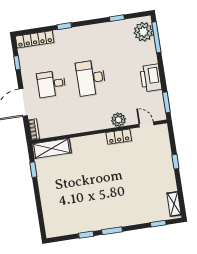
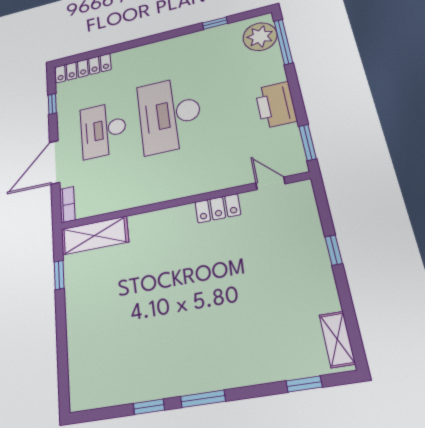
window: (64, 26) -> (130, 45), removed
desk: (91, 78) -> (170, 114), width x1.36, depth x1.30
desk: (51, 84) -> (103, 130), width x1.37
plant: (118, 120) -> (217, 179), removed

